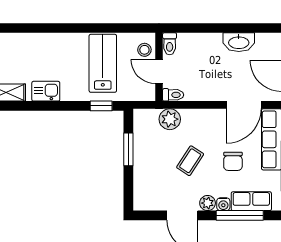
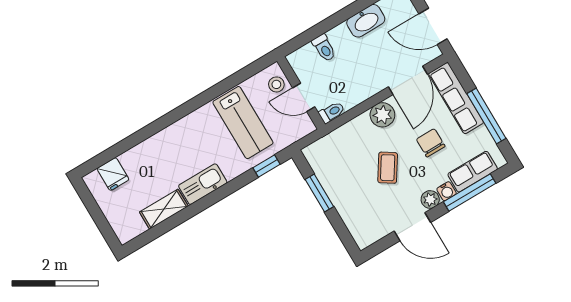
toilet: (170, 44) -> (324, 48), moved
lab bench: (103, 63) -> (243, 123), turned 180
kitchen sink: (46, 91) -> (203, 184), width x1.38
plant: (170, 119) -> (382, 115), moved
chair: (233, 161) -> (431, 143), turned 180

